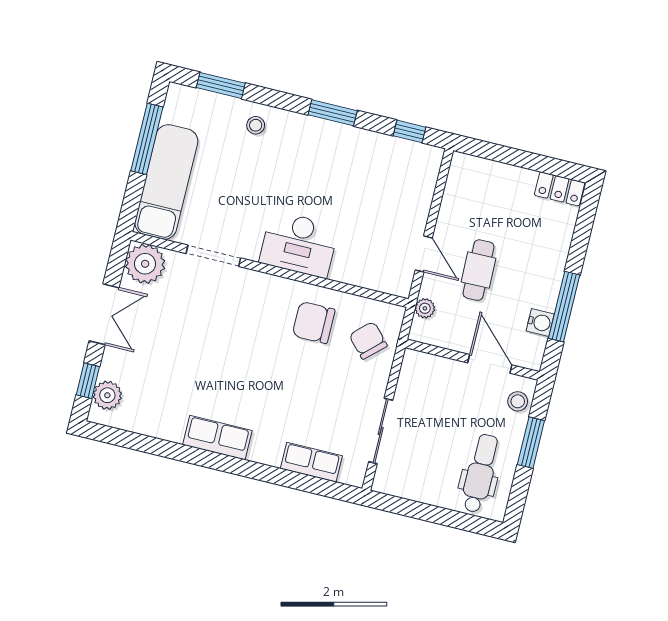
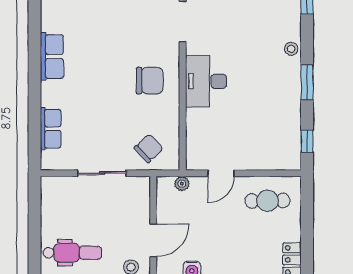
stool: (256, 125) -> (291, 49), moved
cafe table: (478, 270) -> (268, 201), moved
chair: (314, 322) -> (150, 81), moved, turned 90
sliding door: (381, 431) -> (102, 173), moved

